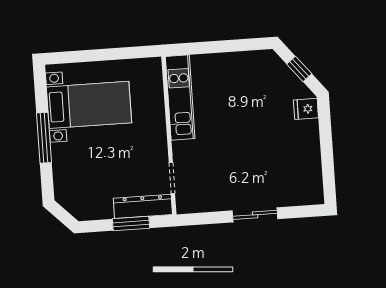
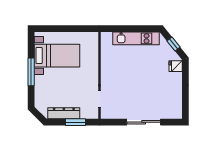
kitchen unit: (180, 98) -> (136, 38), moved, turned 90
dresser: (143, 206) -> (64, 113), moved
sliding door: (255, 215) -> (144, 122), width x1.37

